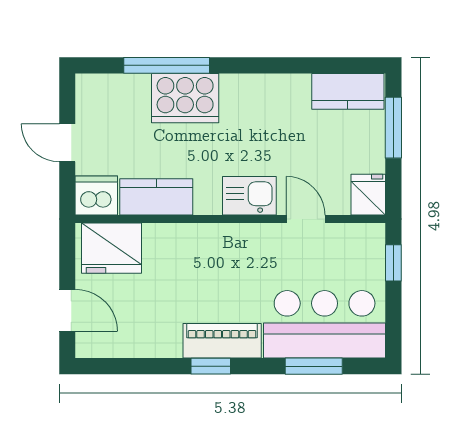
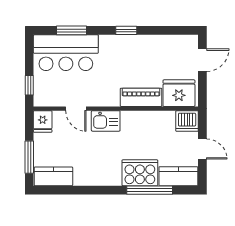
kitchen counter: (156, 197) -> (178, 176), moved, turned 180
door: (67, 310) -> (202, 60), swing flipped
piano: (222, 341) -> (141, 97), moved, turned 180

